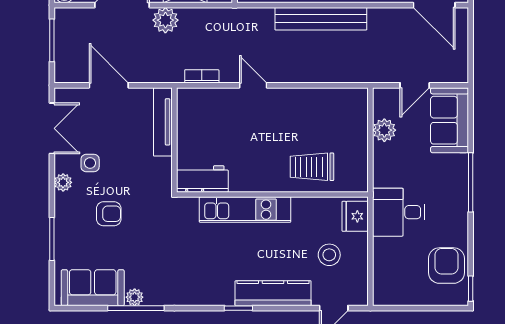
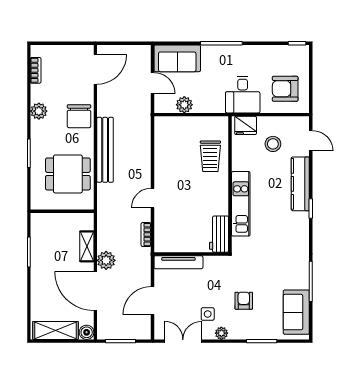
armchair: (446, 266) -> (285, 89), moved
plant: (135, 297) -> (303, 282), removed

